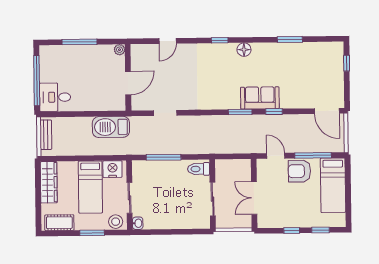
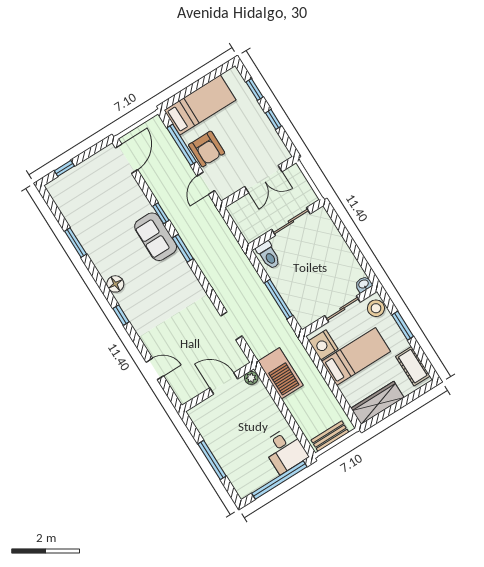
plant: (120, 50) -> (251, 378), moved

